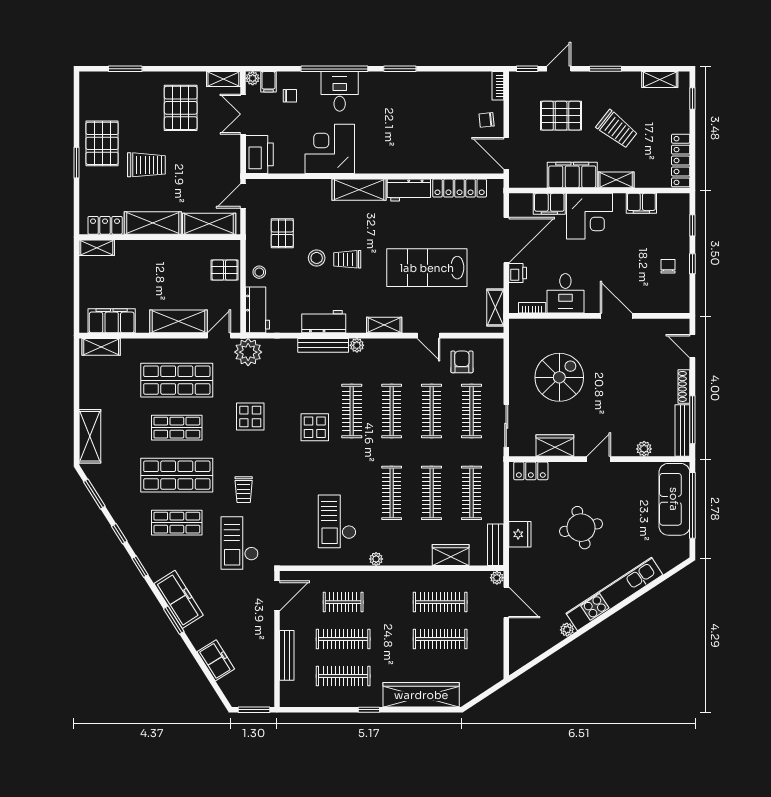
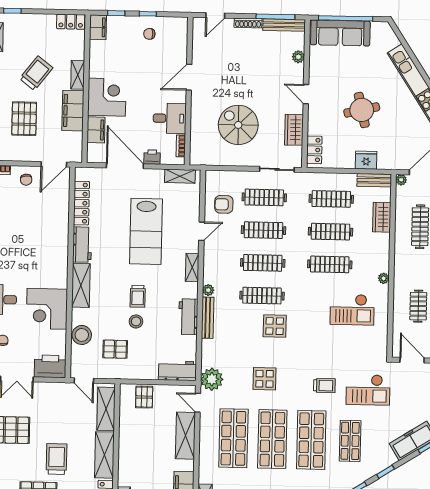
locker: (681, 161) -> (71, 22), width x0.66
filing cabinet: (641, 203) -> (98, 27), moved
stool: (259, 272) -> (82, 335), moved, width x1.89, depth x1.89
shop shelf: (177, 428) -> (272, 439), width x1.43, depth x1.36

